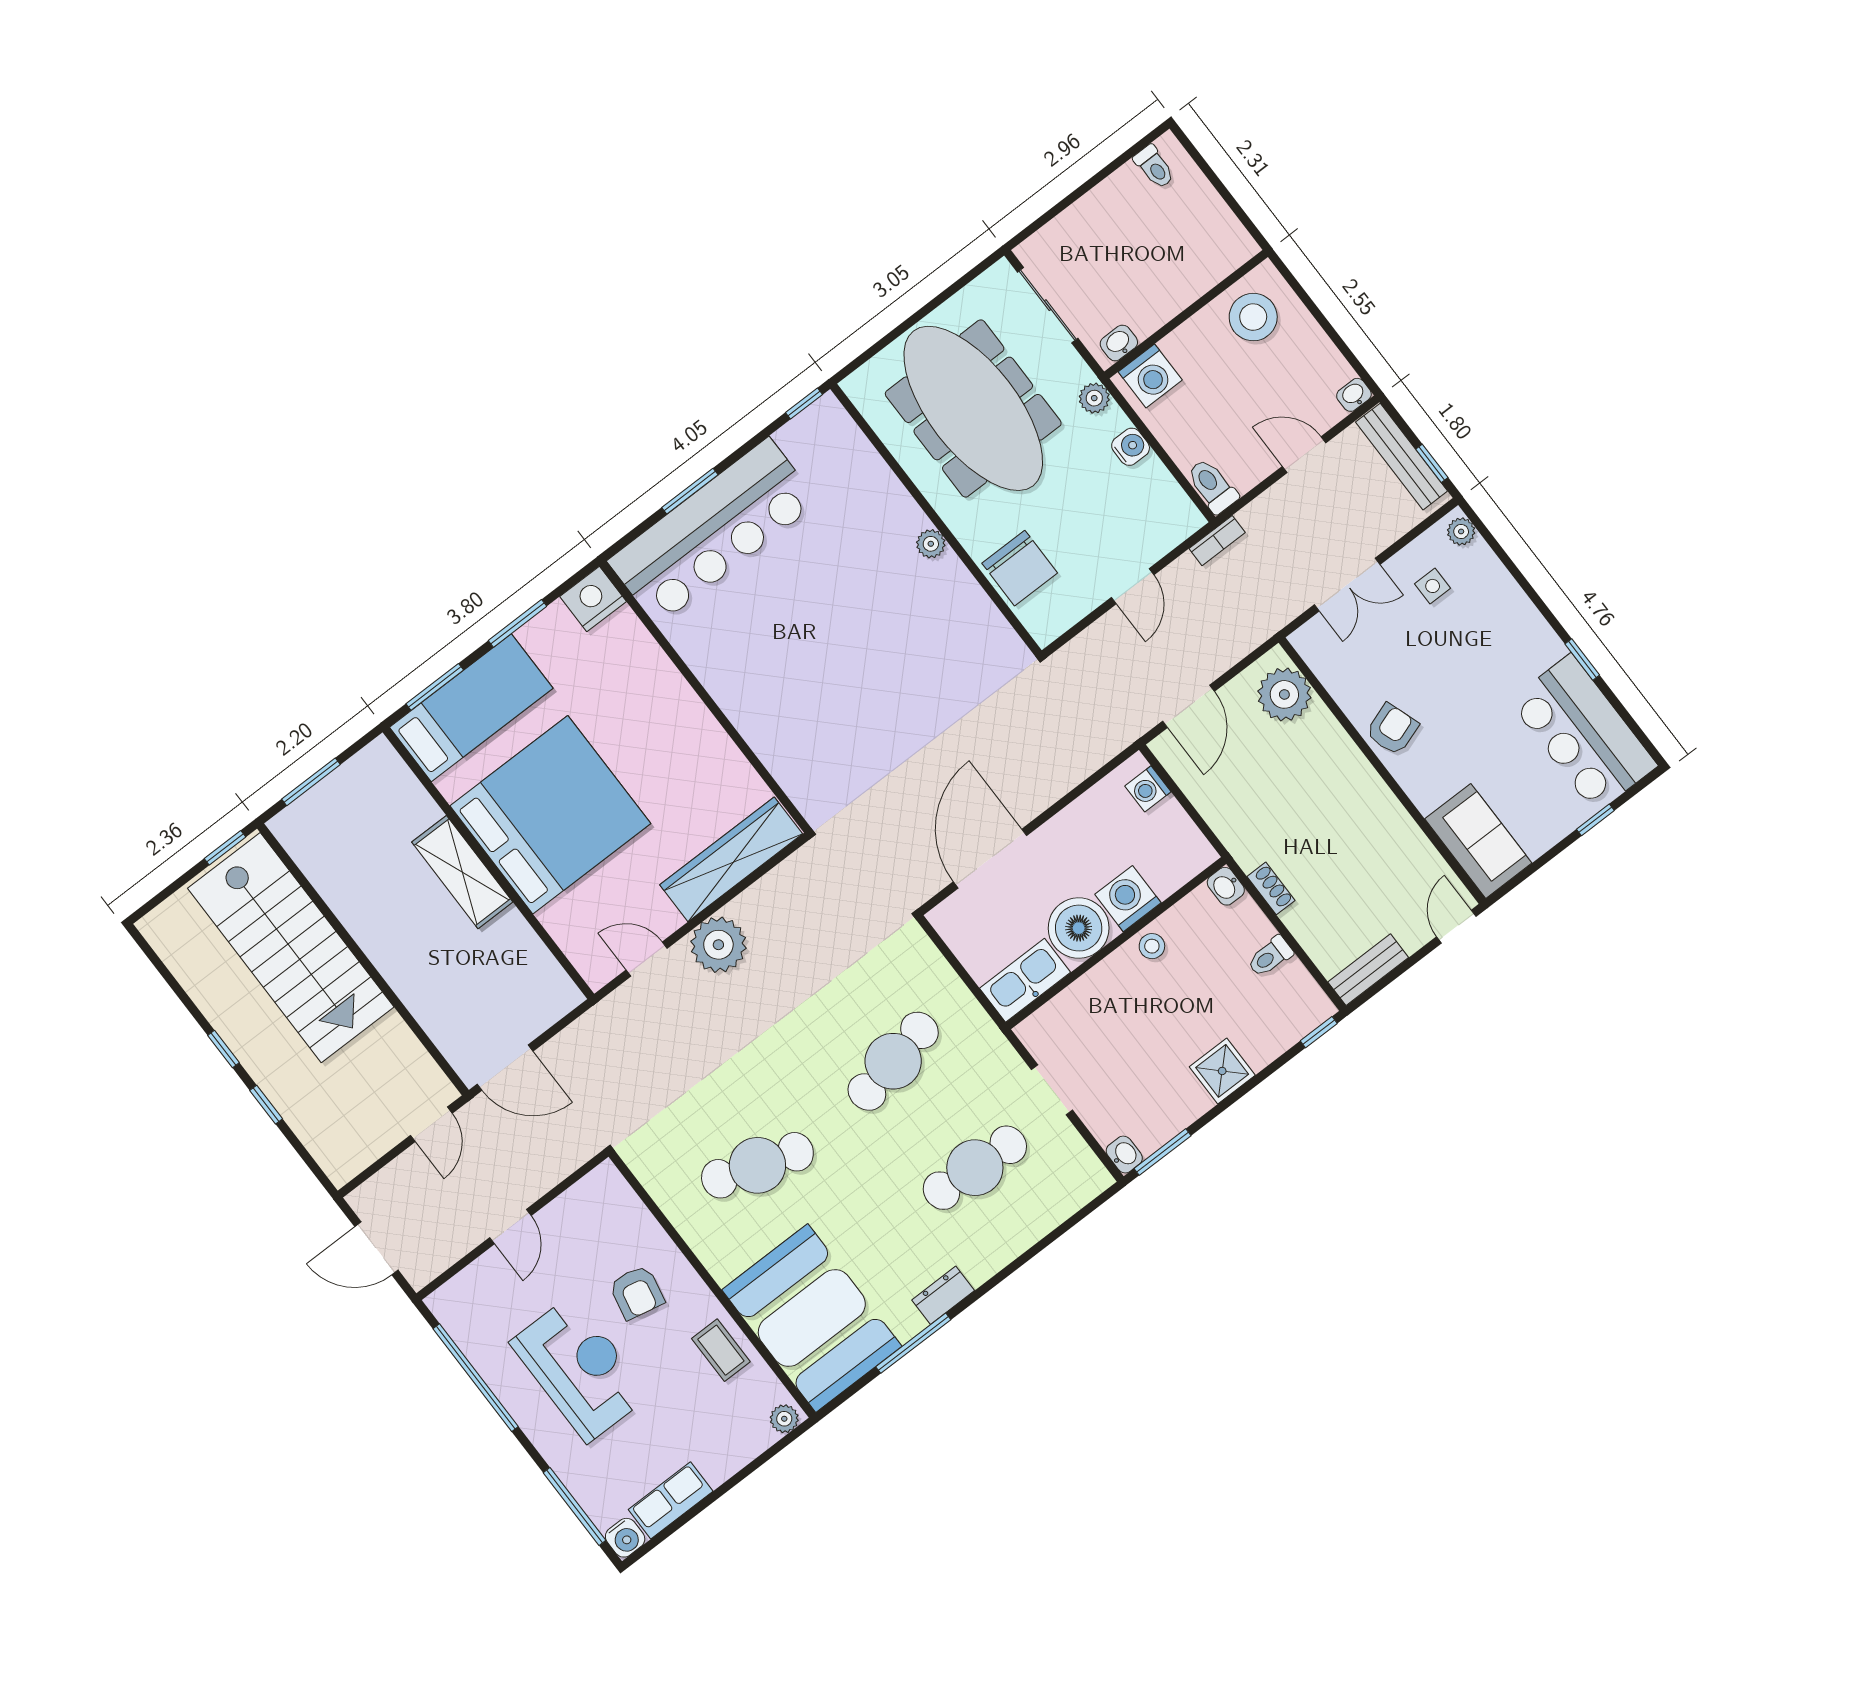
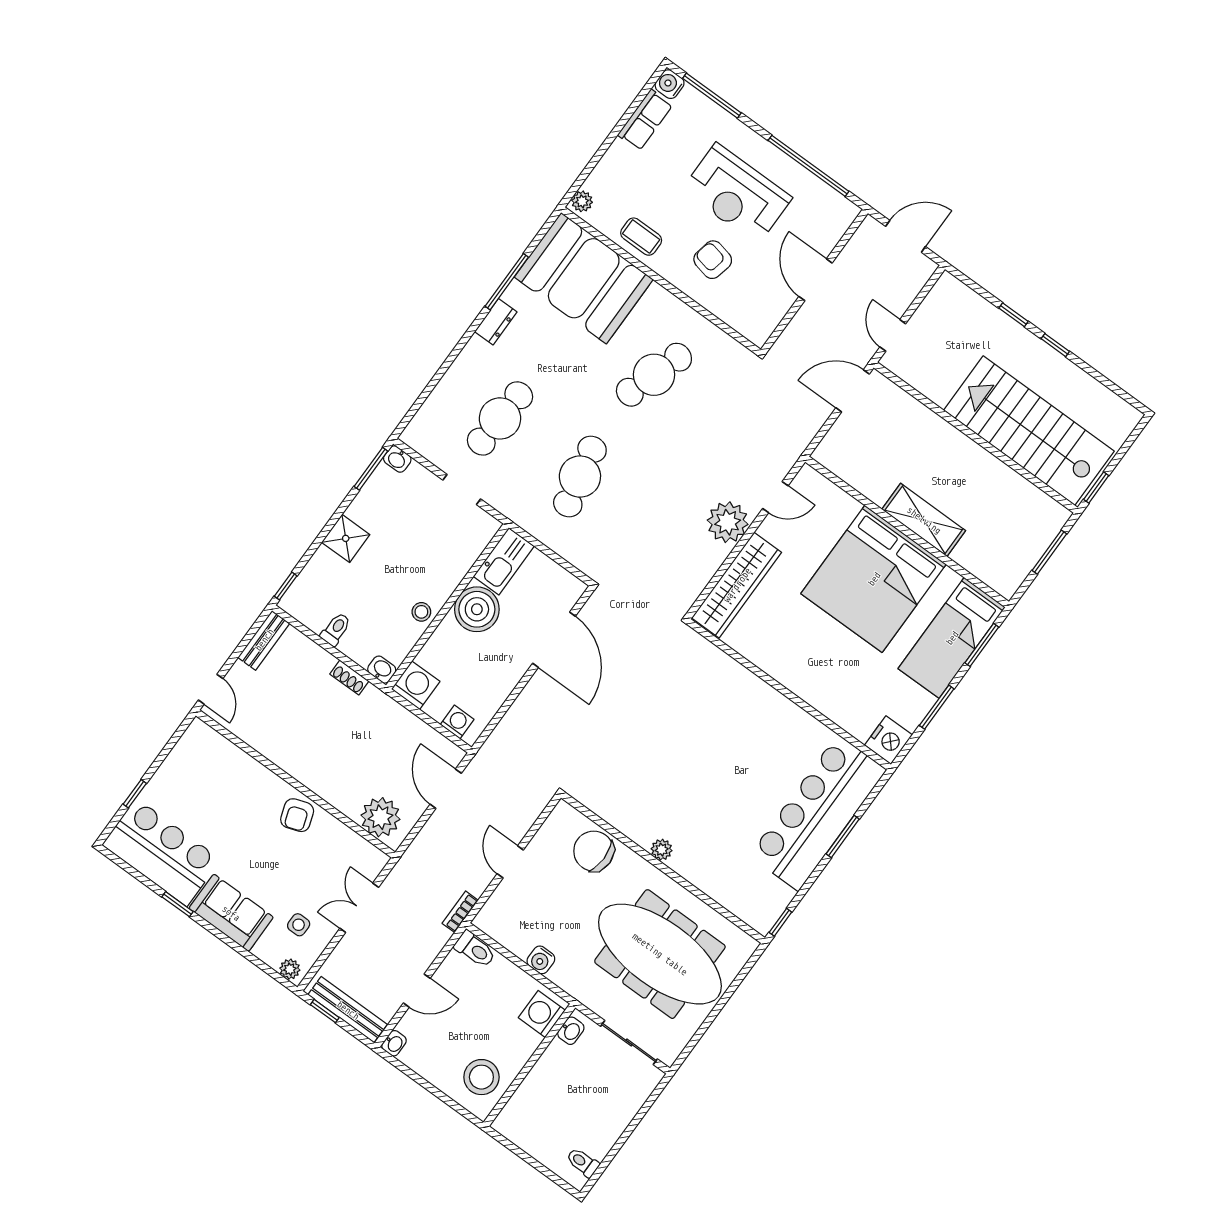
plant: (1094, 398) -> (577, 987), removed
sofa: (1478, 841) -> (231, 913), moved, turned 180
washing machine: (1128, 899) -> (416, 685), moved, turned -90
door: (510, 1227) -> (816, 280), width x1.38

